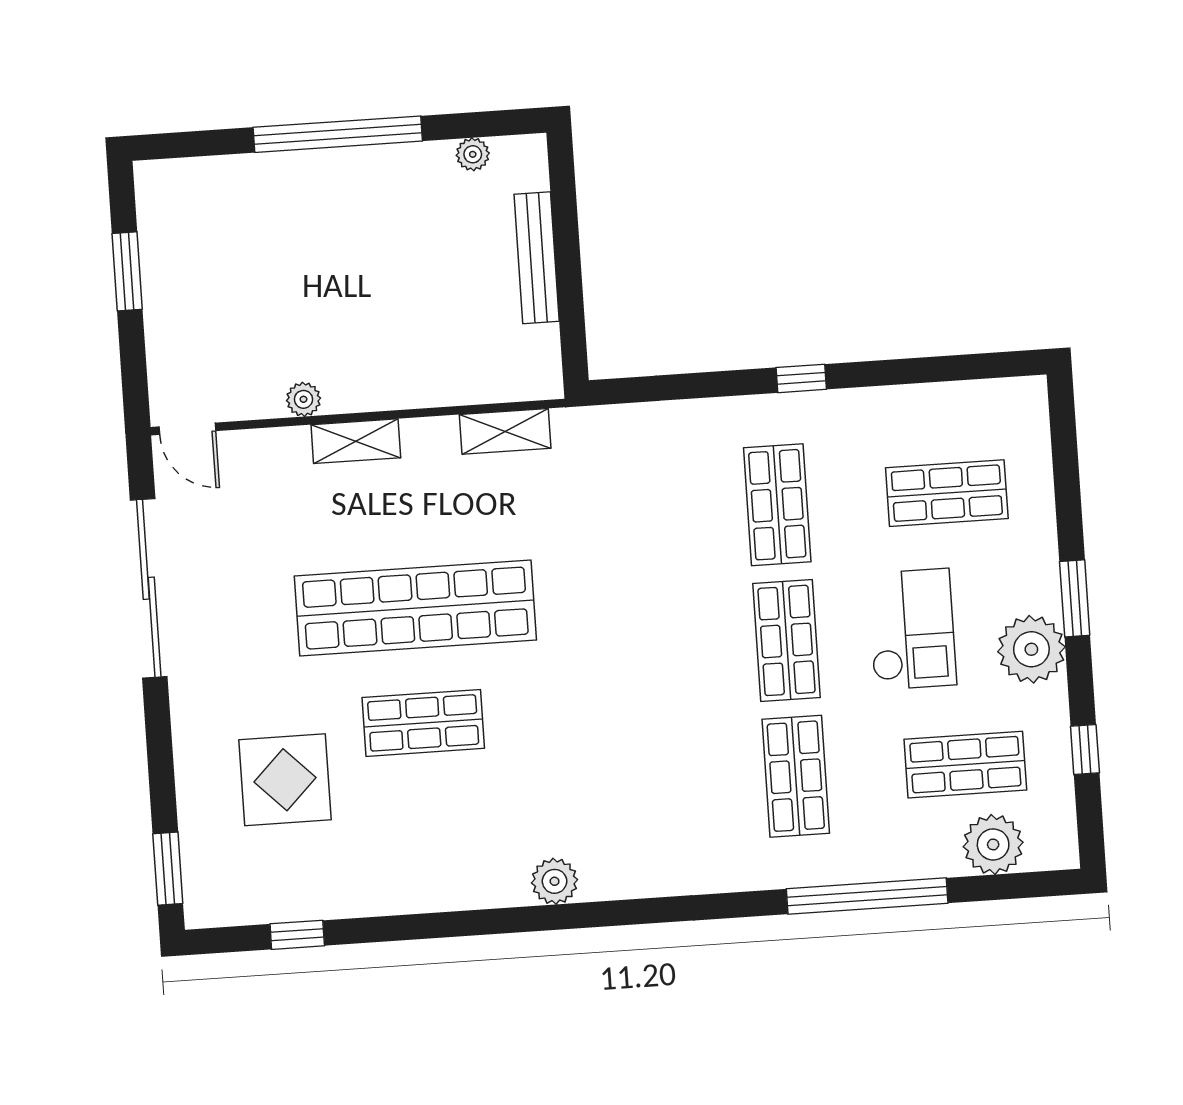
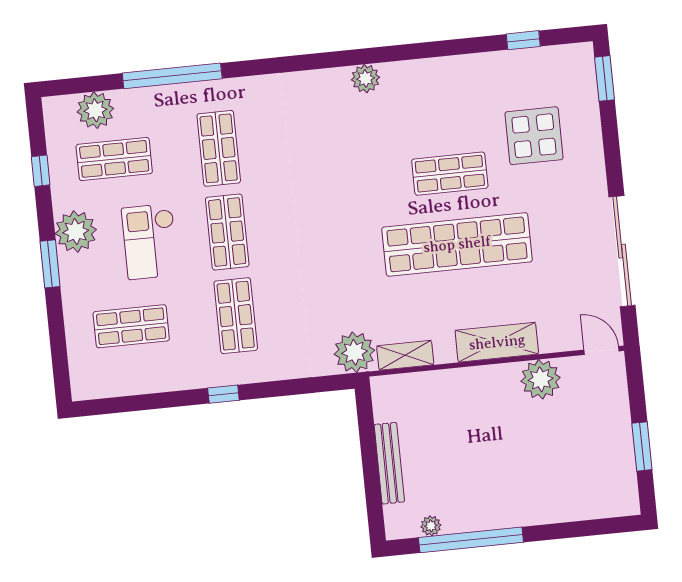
window: (338, 134) -> (471, 540), moved
plant: (303, 399) -> (541, 379), width x1.88, depth x1.88
plant: (587, 439) -> (354, 352), added
shelving: (356, 441) -> (497, 342), width x1.50, depth x1.33

